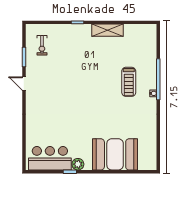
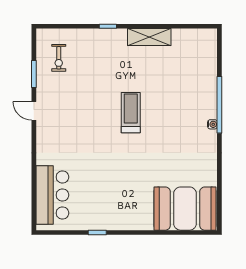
treadmill: (129, 82) -> (131, 113), moved, turned 180
booth: (115, 154) -> (185, 209), moved
bar counter: (50, 158) -> (52, 195), moved, turned 90
plant: (78, 164) -> (108, 222), removed

